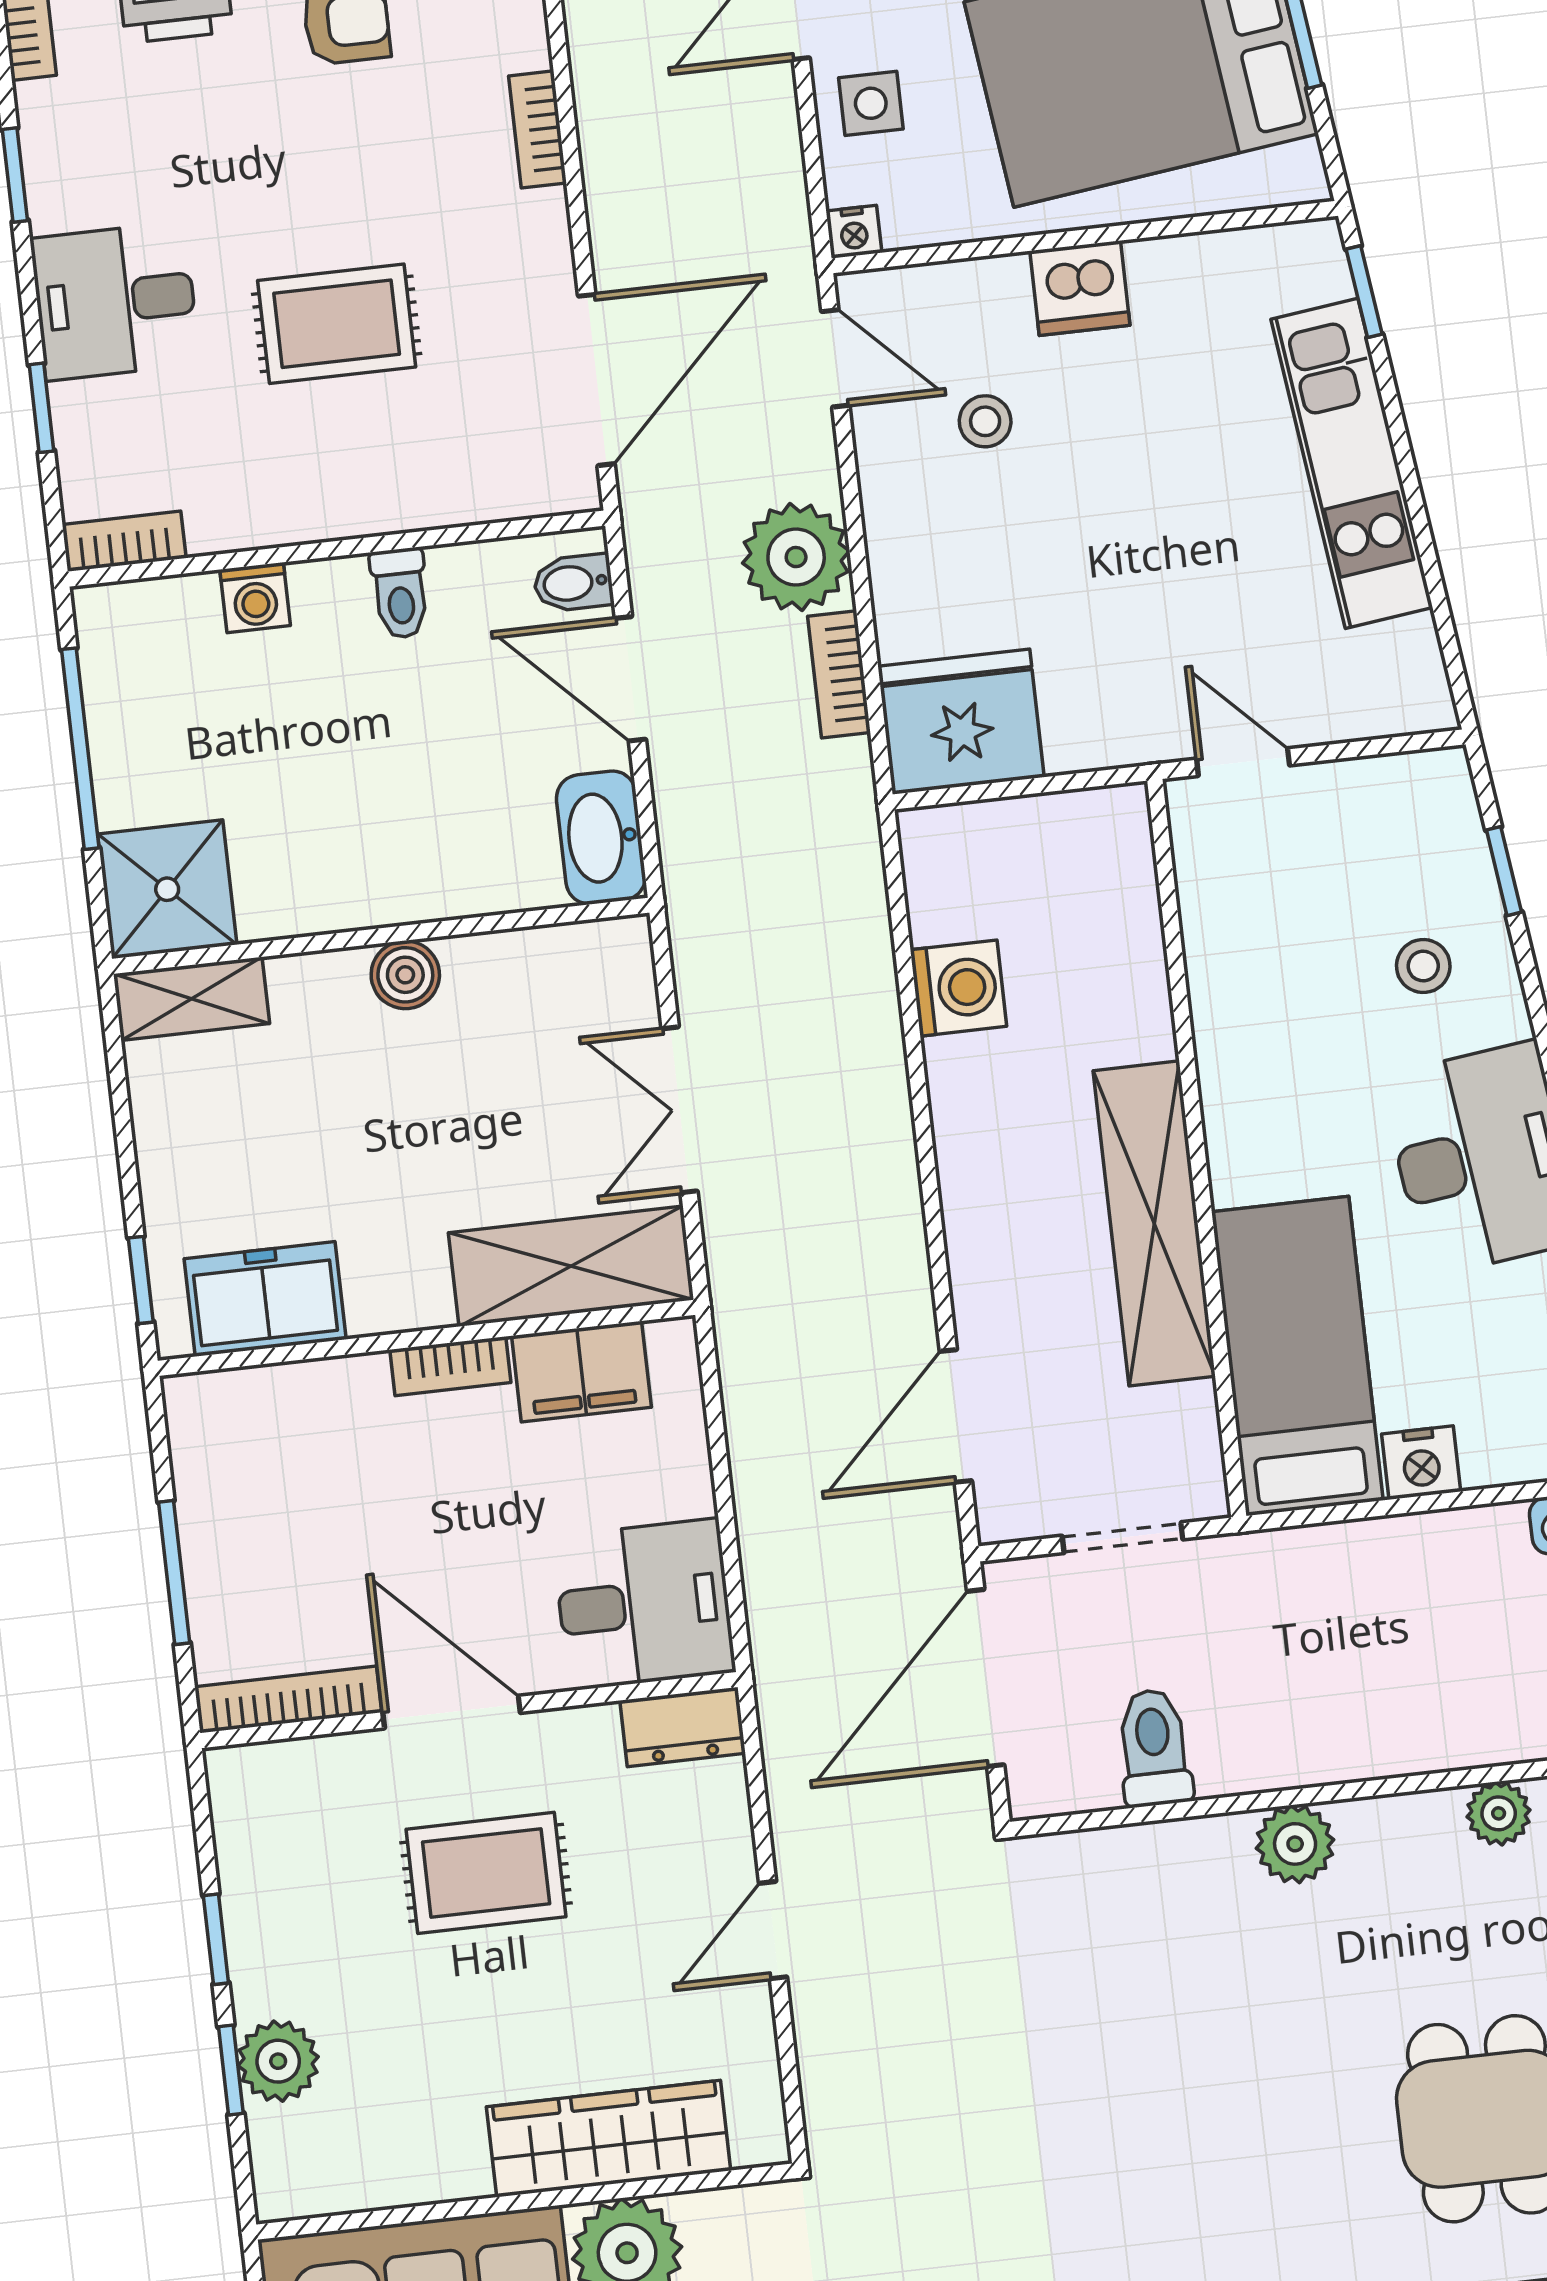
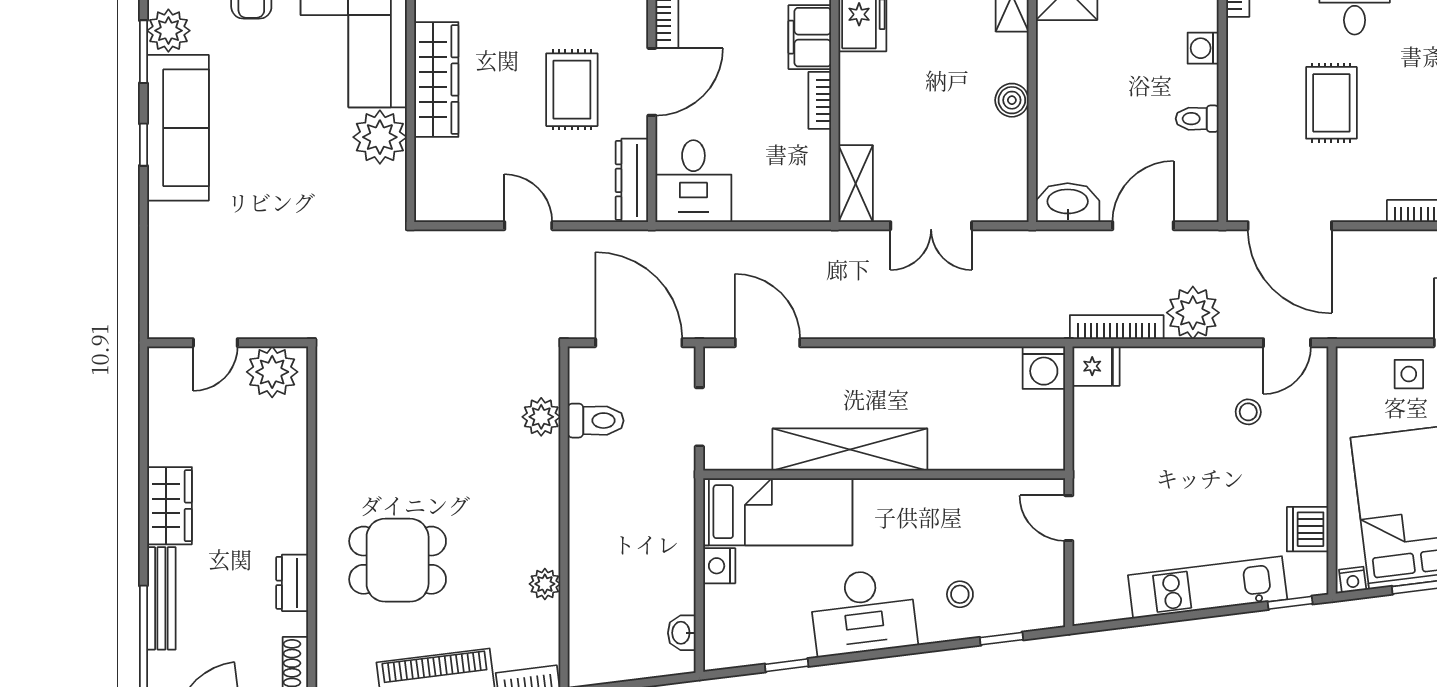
nightstand: (854, 232) -> (1353, 580), moved, turned -97
dishwasher: (1080, 288) -> (1308, 529), moved
bidet: (573, 583) -> (1193, 203), removed
bookcase: (839, 674) -> (1117, 327), width x1.56
fridge: (961, 722) -> (1096, 366), width x0.53, depth x0.75
door: (1243, 762) -> (1069, 518), swing flipped
washing machine: (958, 988) -> (1044, 368), moved
double door: (680, 1110) -> (931, 226), swing flipped
shelving: (571, 1266) -> (856, 184), width x0.67, depth x0.75
filing cabinet: (581, 1372) -> (810, 37), moved
dresser: (683, 1727) -> (632, 180), width x1.44
plant: (1295, 1844) -> (541, 417), moved
wardrobe: (609, 2139) -> (436, 80), moved

